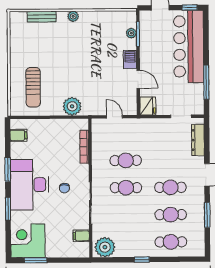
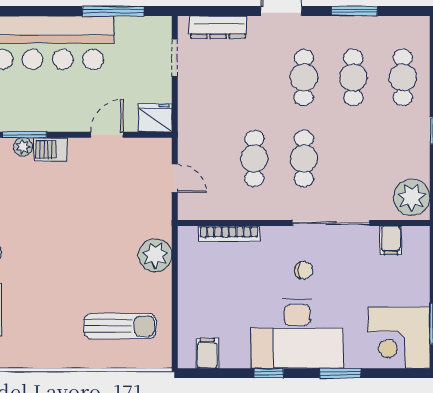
barbecue: (130, 60) -> (51, 149), moved
door: (115, 117) -> (175, 178), swing flipped
window: (8, 169) -> (269, 373), width x0.67

